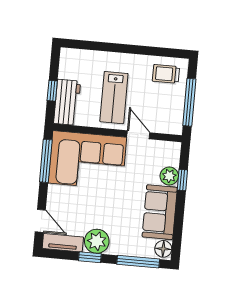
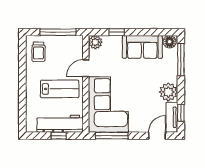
workbench: (67, 102) -> (60, 124), width x1.38
plant: (169, 176) -> (95, 42), moved
window: (90, 257) -> (181, 113), moved

